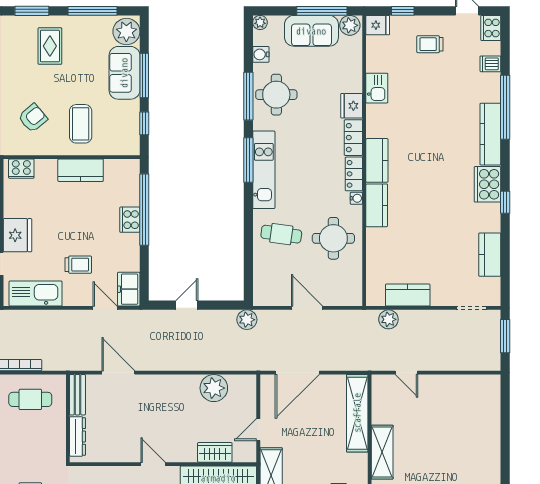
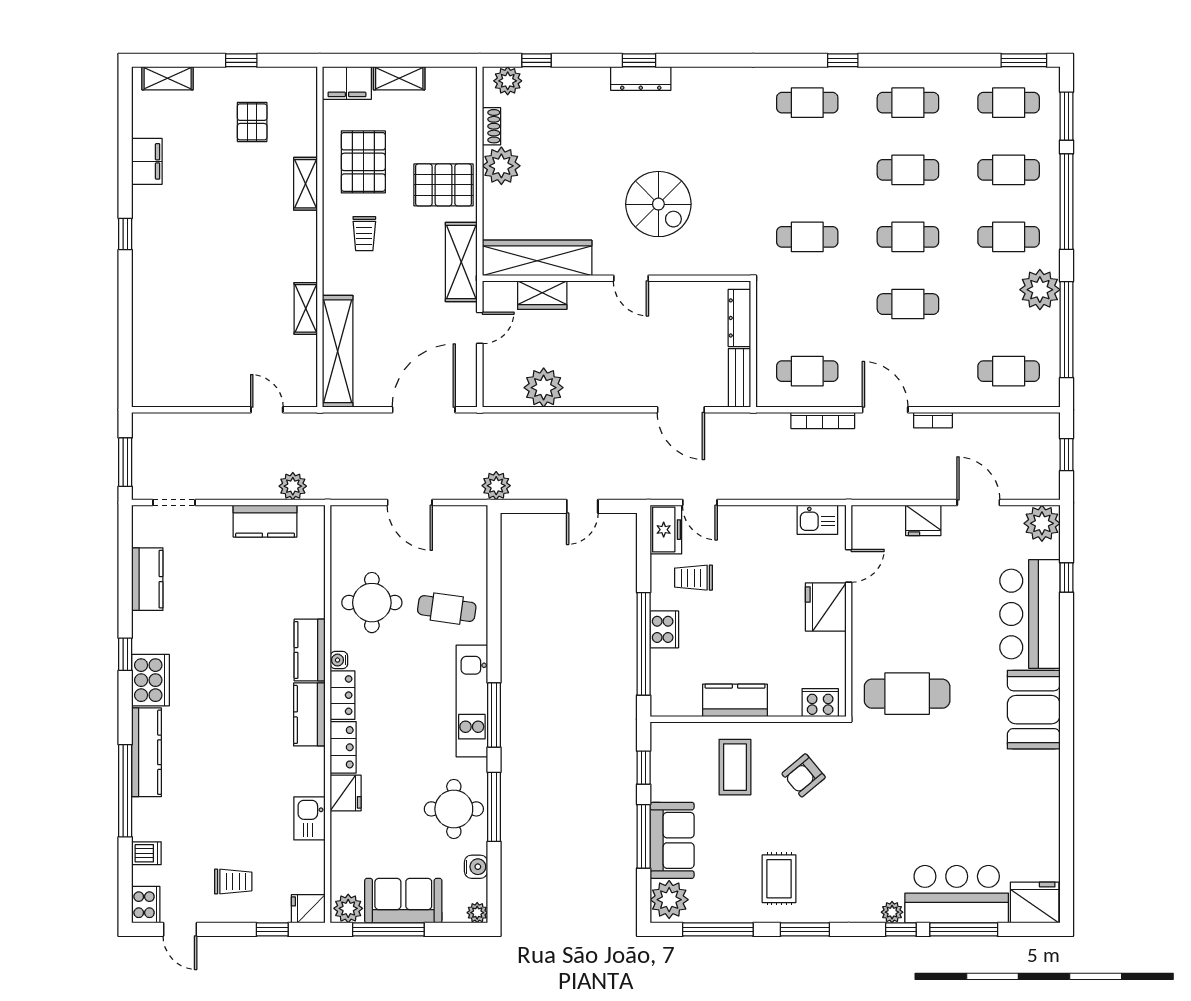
trolley: (78, 265) -> (693, 578), moved
kitchen sink: (36, 293) -> (817, 520), width x0.53, depth x0.81
shelving: (382, 452) -> (306, 308), width x0.67, depth x0.75

